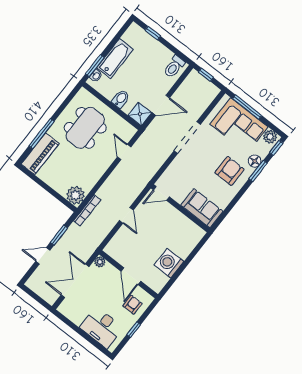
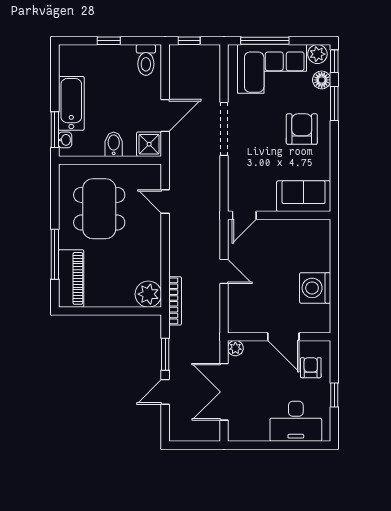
window: (153, 33) -> (109, 41), moved
floor lamp: (255, 161) -> (322, 80), moved

